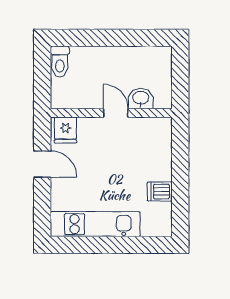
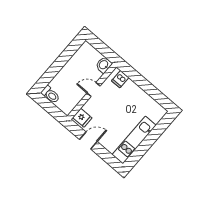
washbasin: (141, 98) -> (104, 65), moved
dishwasher: (160, 192) -> (120, 79), moved

